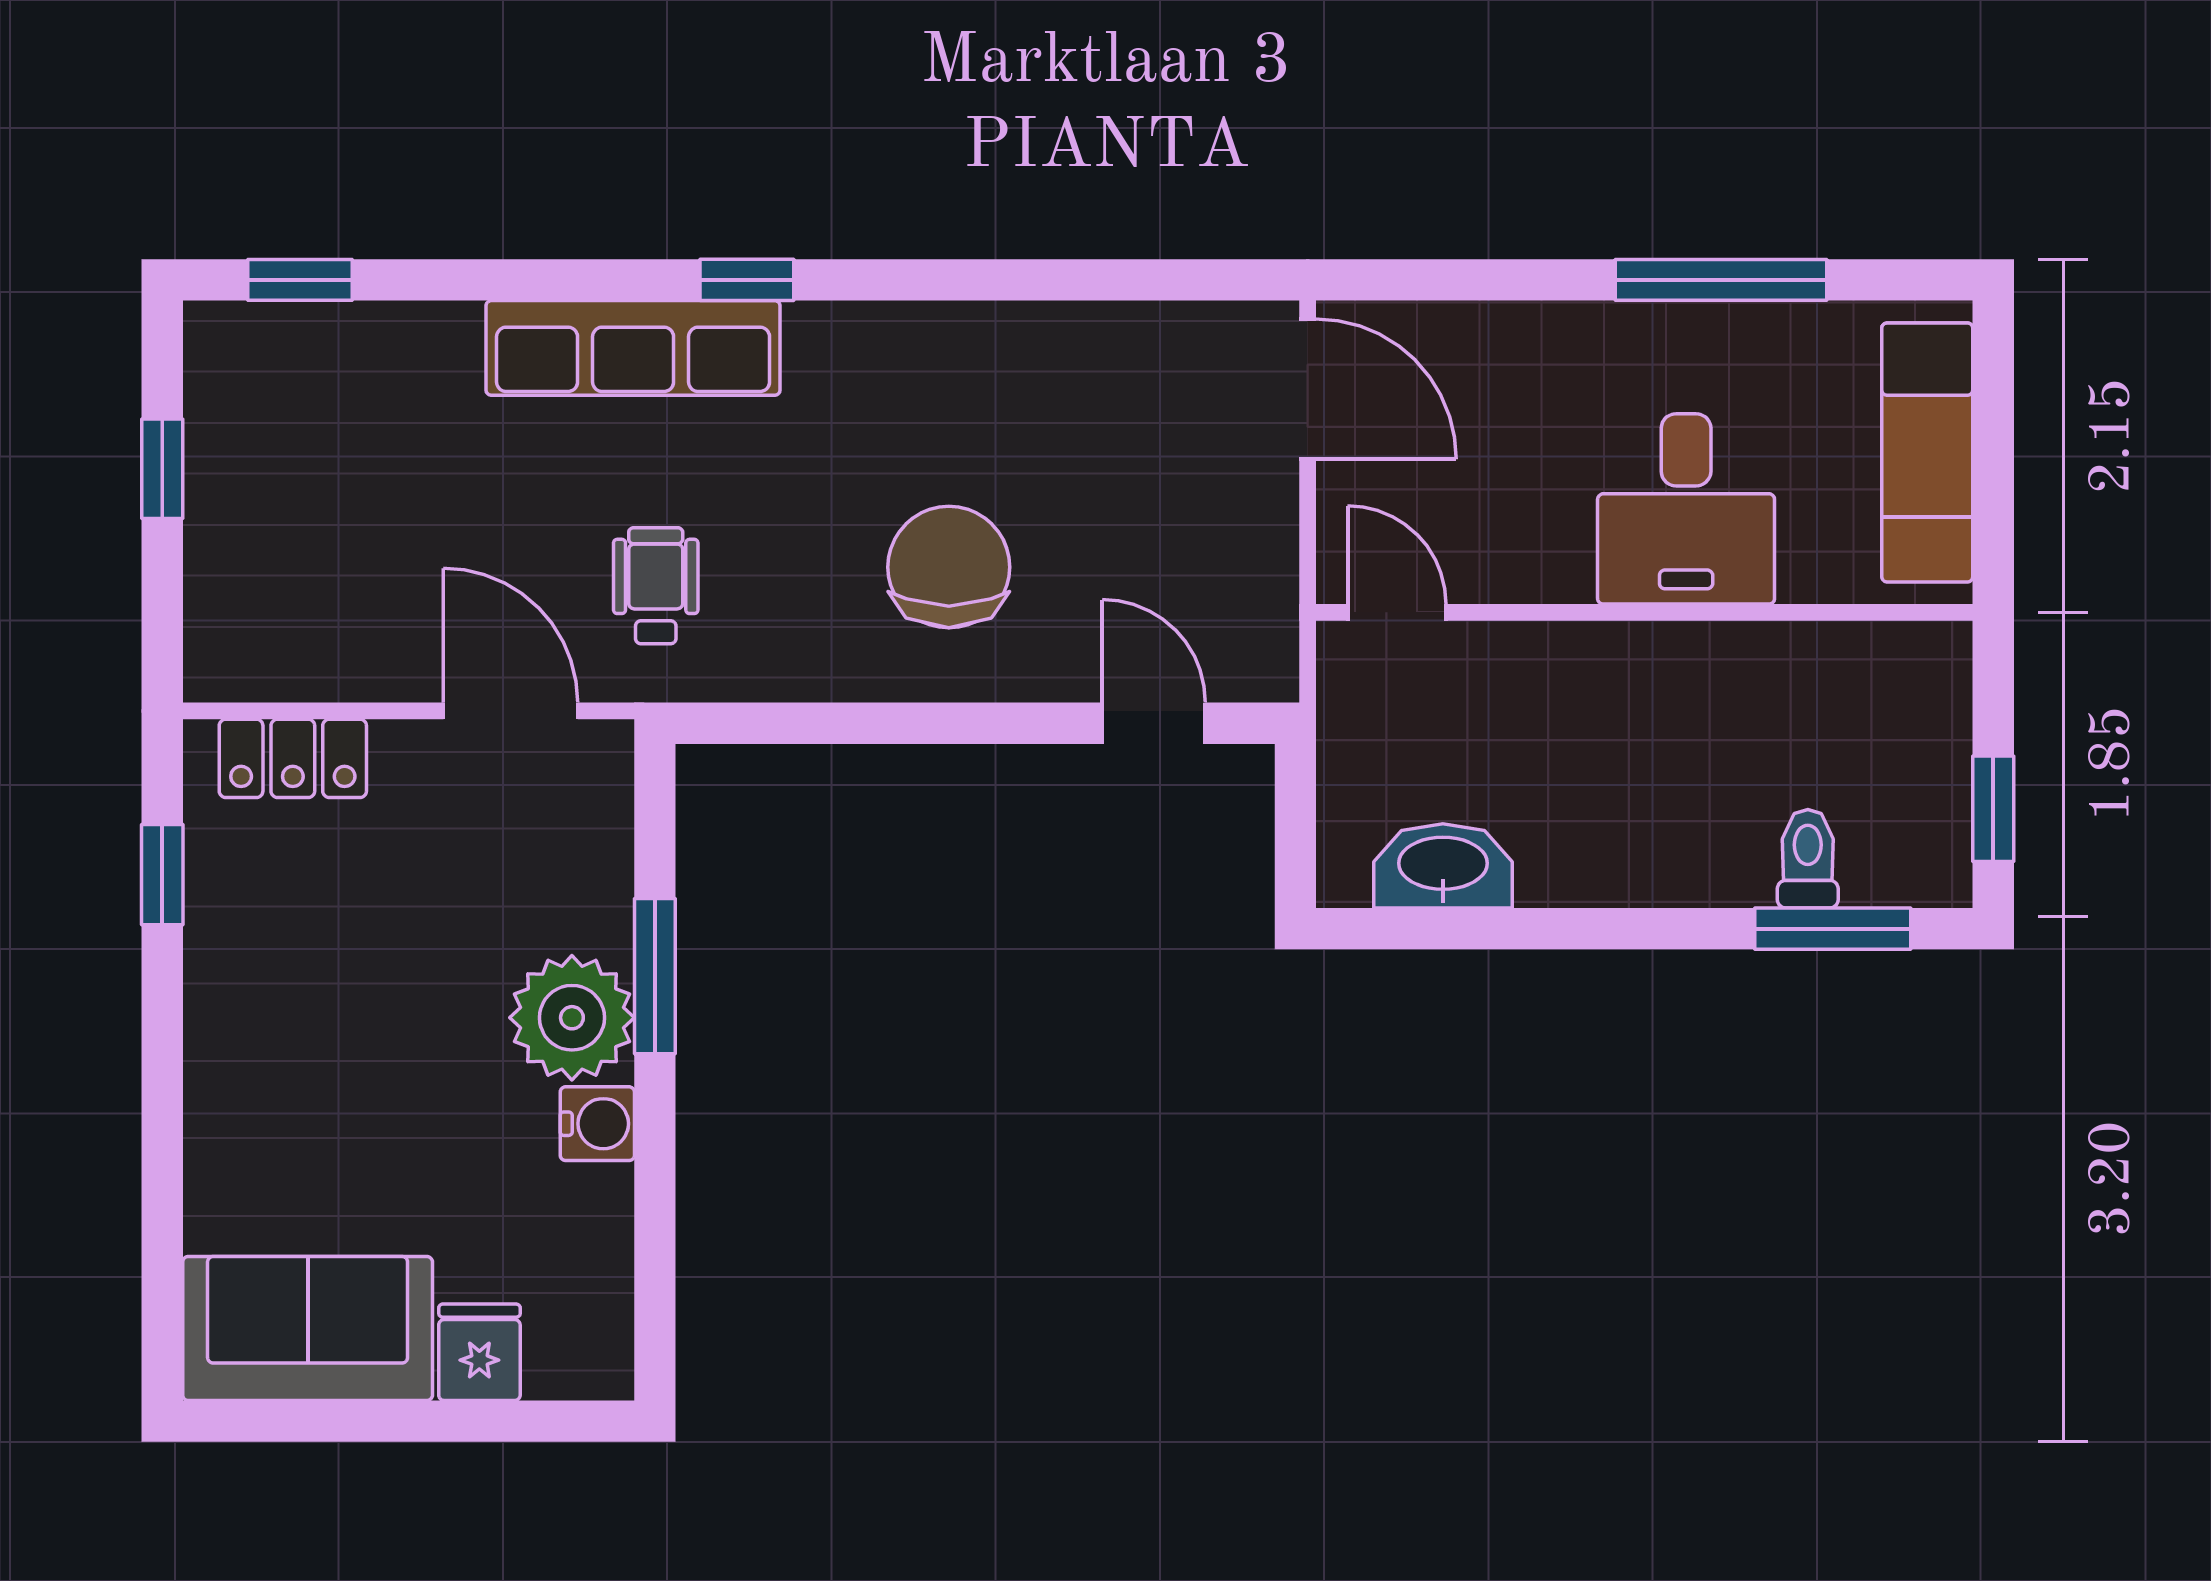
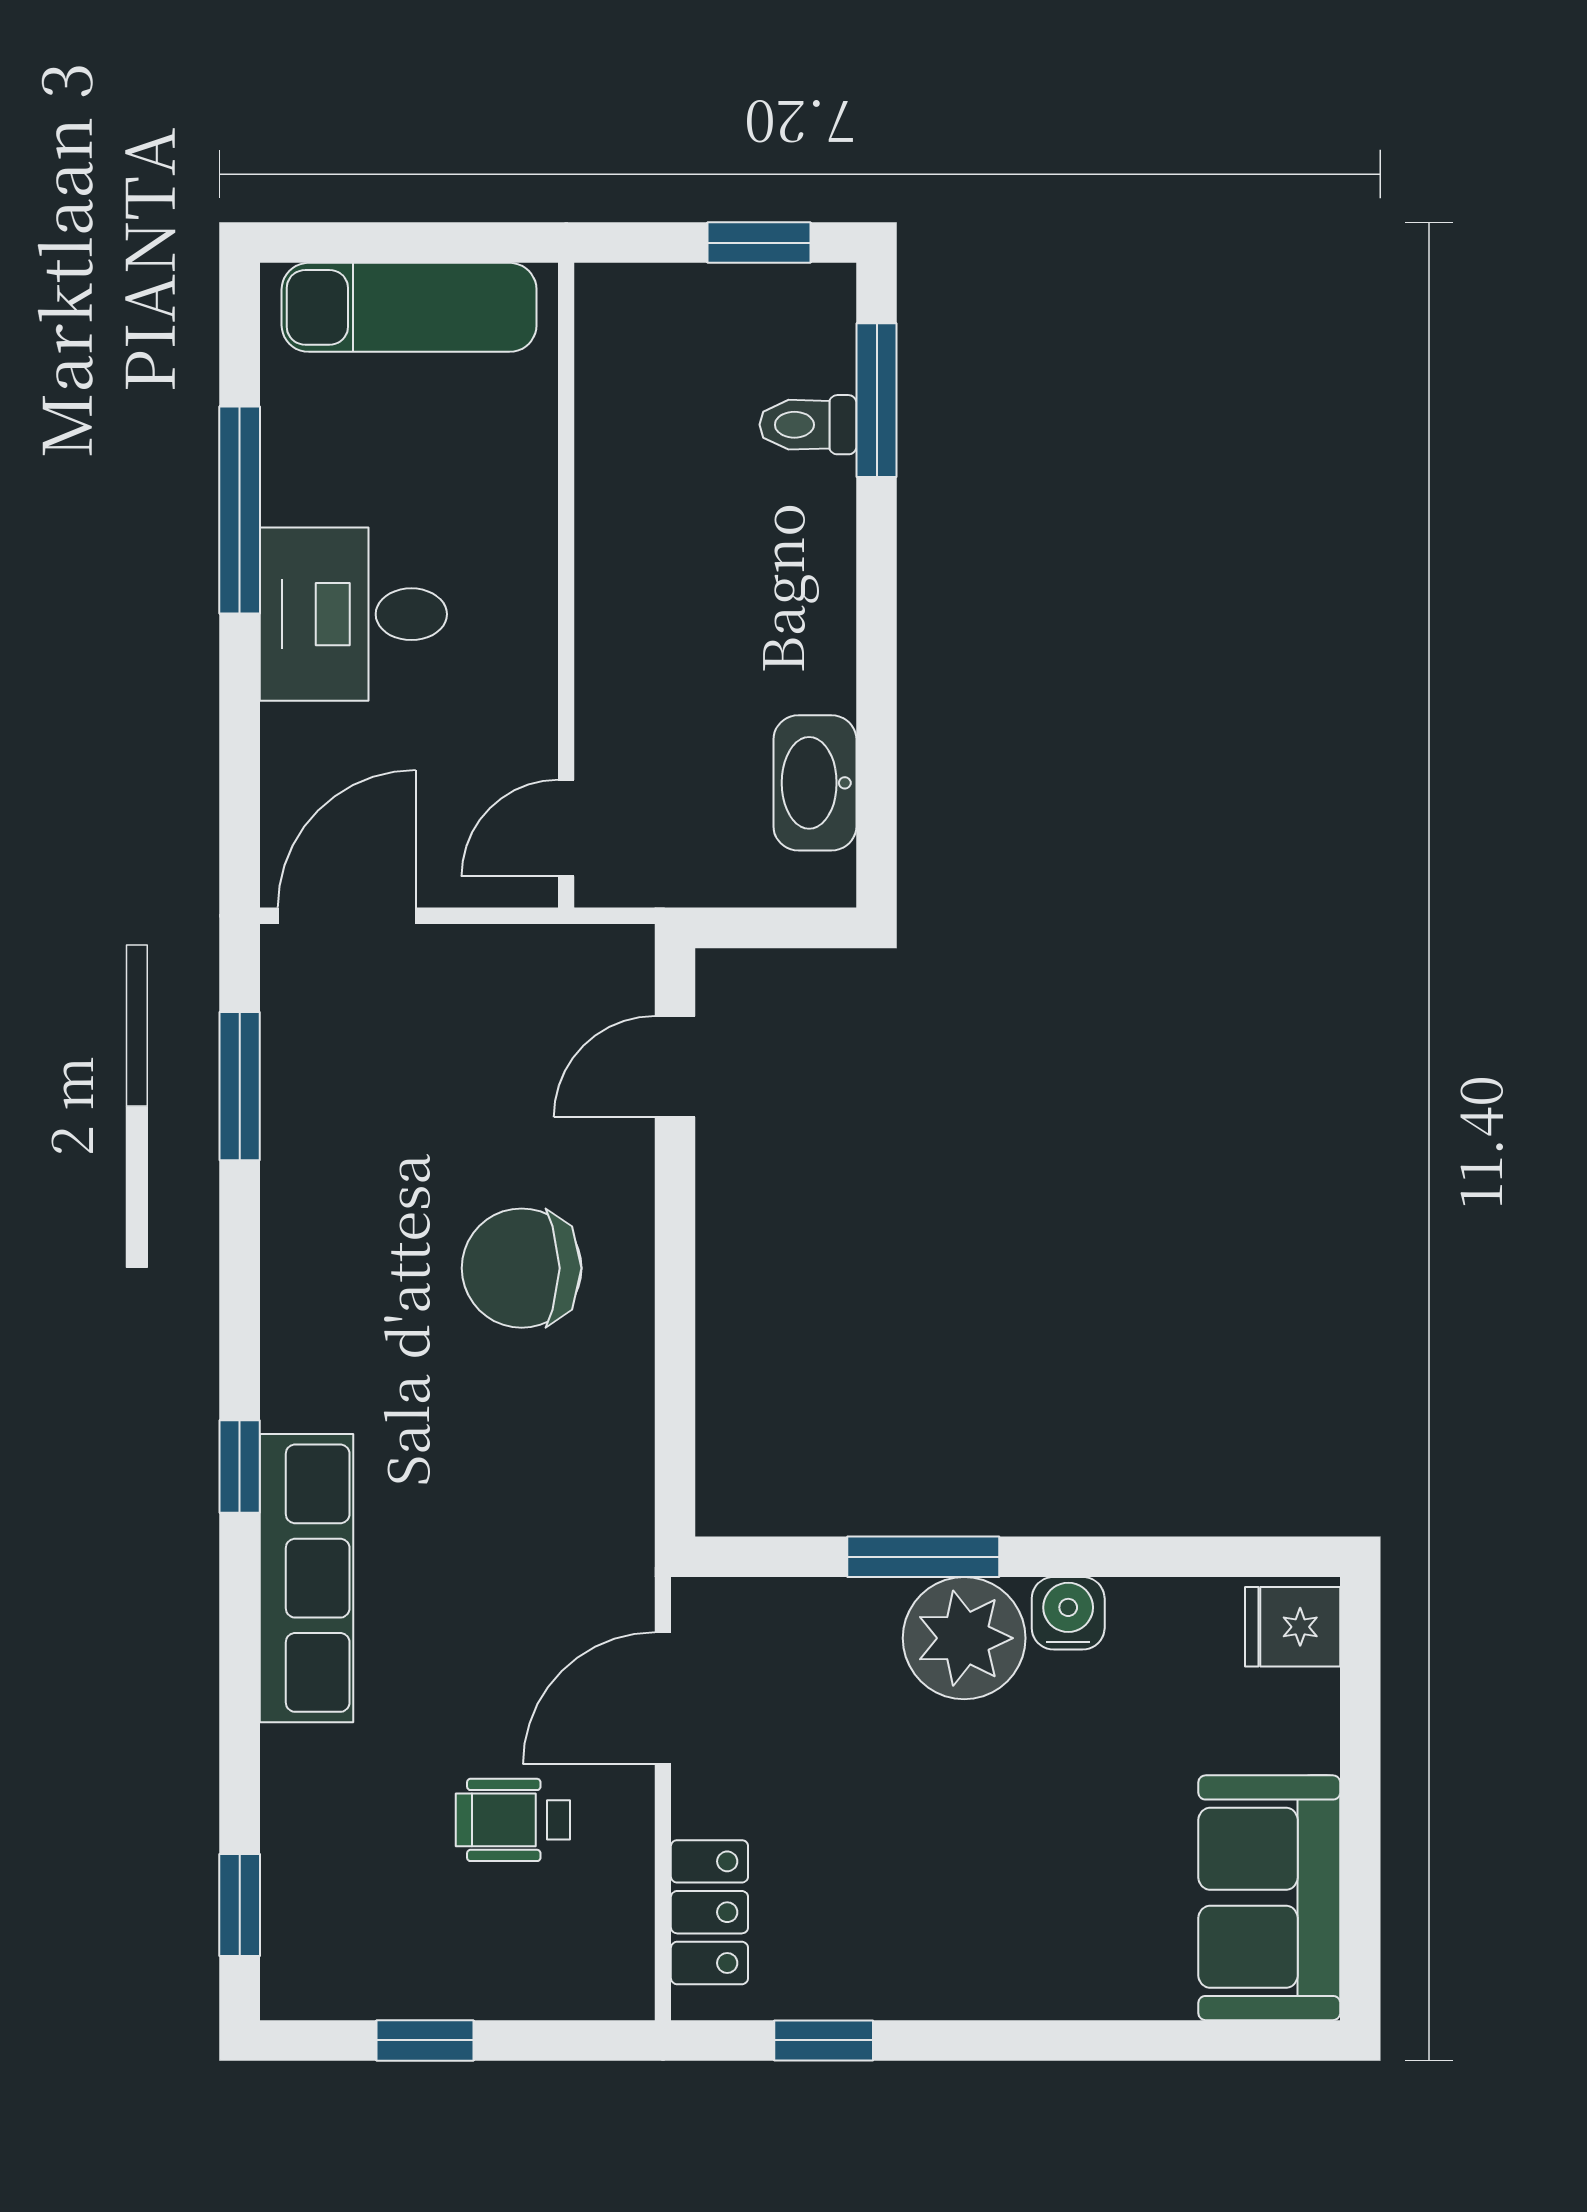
window: (1134, 280) -> (240, 1086), added
desk: (1686, 509) -> (353, 614), moved, turned 180
wheelchair: (656, 586) -> (513, 1820), moved
fridge: (479, 1352) -> (1293, 1627), moved

